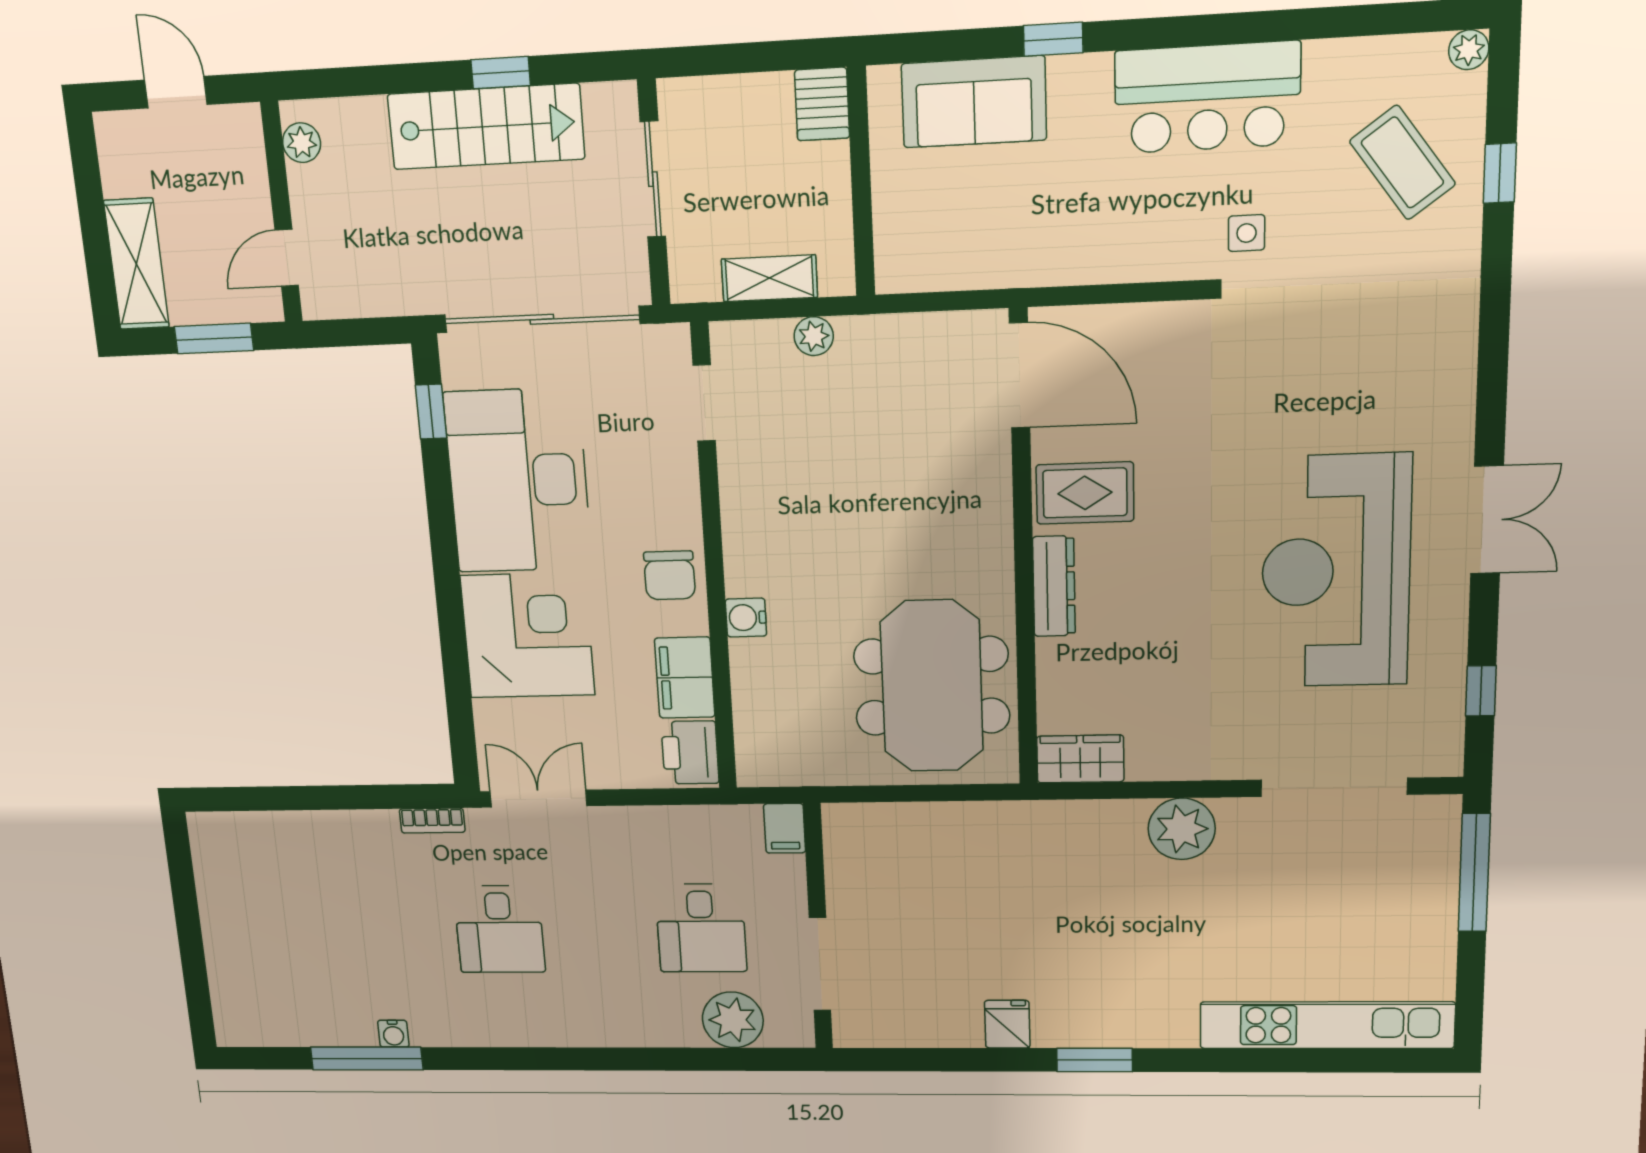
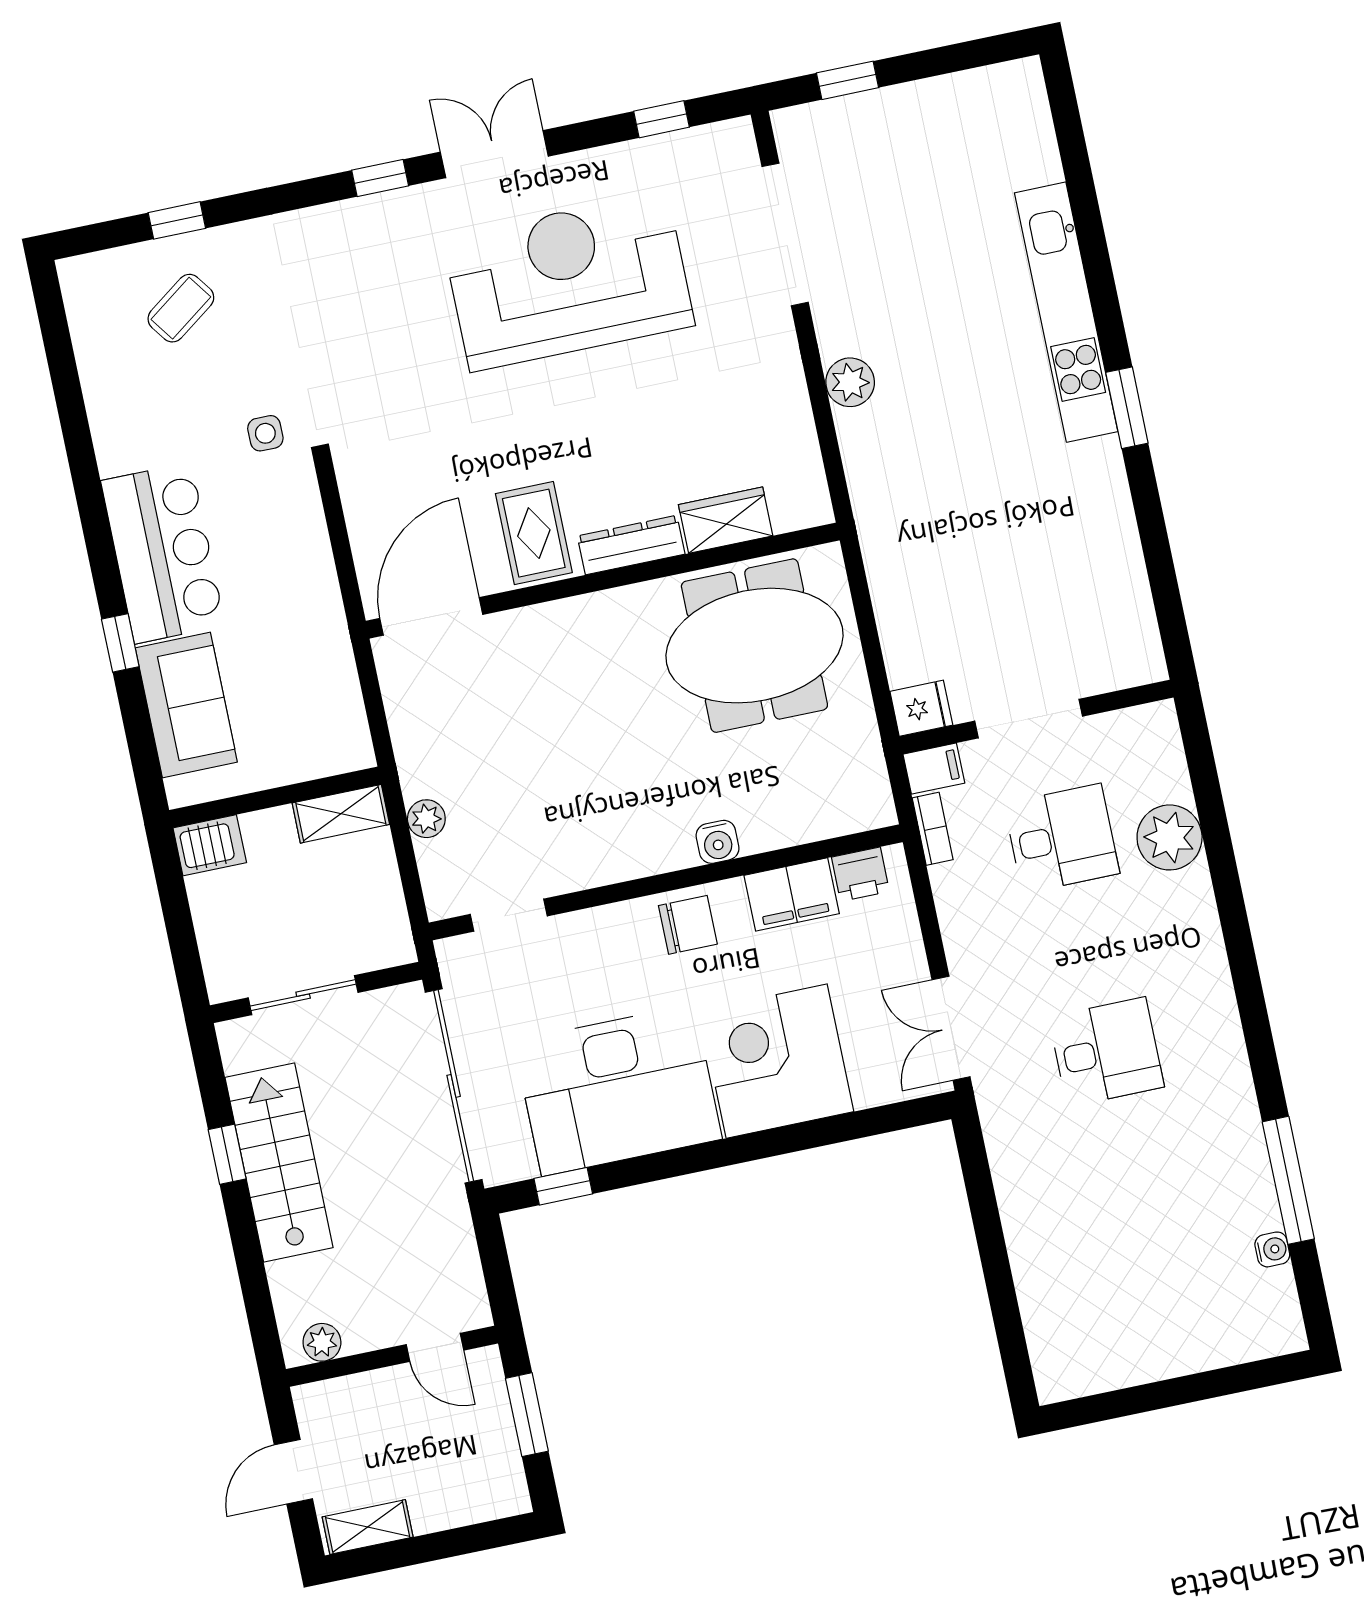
plant: (1469, 50) -> (75, 273), removed
bar counter: (1207, 98) -> (163, 553), moved
coffee table: (1402, 163) -> (181, 308), width x0.73, depth x0.77
shelving: (136, 264) -> (368, 1527), moved, width x0.67, depth x0.75
shelving: (769, 278) -> (341, 814), moved, turned 90
window: (1492, 399) -> (380, 178), added
reception desk: (1336, 571) -> (569, 281), turned 180
printer: (690, 753) -> (860, 874), width x0.73, depth x0.81
wardrobe: (1080, 759) -> (726, 520), moved, turned 90
bookcase: (432, 821) -> (933, 829), moved
plant: (1182, 829) -> (850, 382), width x0.73, depth x0.73
window: (1474, 873) -> (848, 80), width x0.46
doorway: (820, 964) -> (1029, 719), moved
plant: (733, 1020) -> (1170, 837), moved
fridge: (1007, 1024) -> (921, 708), moved, turned 180
kitchen unit: (1327, 1025) -> (1066, 312), moved
water cooler: (393, 1034) -> (1272, 1249), moved

